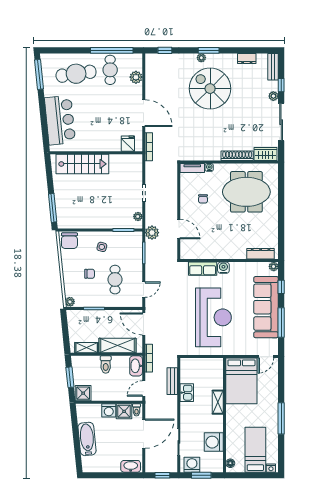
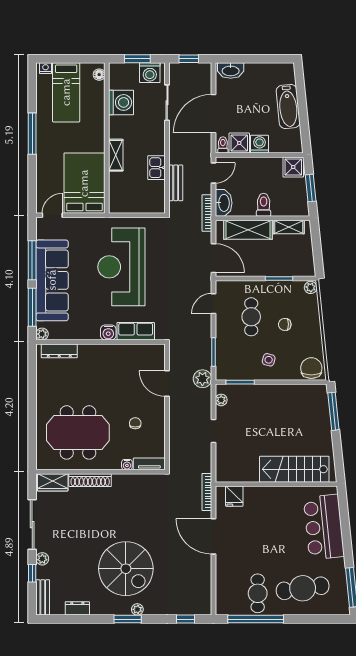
plant: (136, 77) -> (224, 584), removed
window: (281, 287) -> (32, 307), width x2.17

